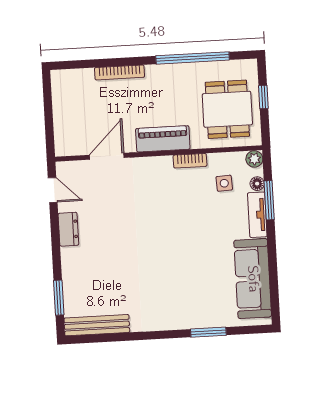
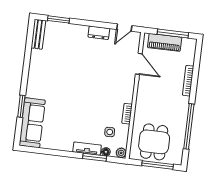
window: (263, 97) -> (158, 165), width x2.17
dining table: (227, 109) -> (154, 142), turned 90
window: (48, 110) -> (173, 33), added
piano: (163, 139) -> (165, 42), moved, turned 90
sofa: (253, 279) -> (32, 123), moved, turned 90
bench: (97, 325) -> (38, 34), width x0.73

